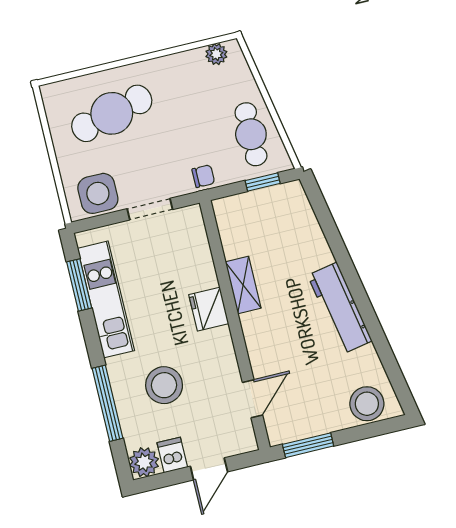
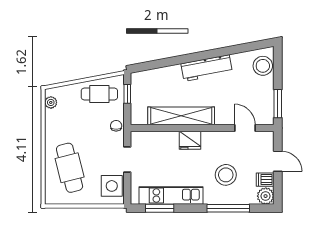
shelving: (243, 285) -> (181, 116), width x2.20, depth x1.33

